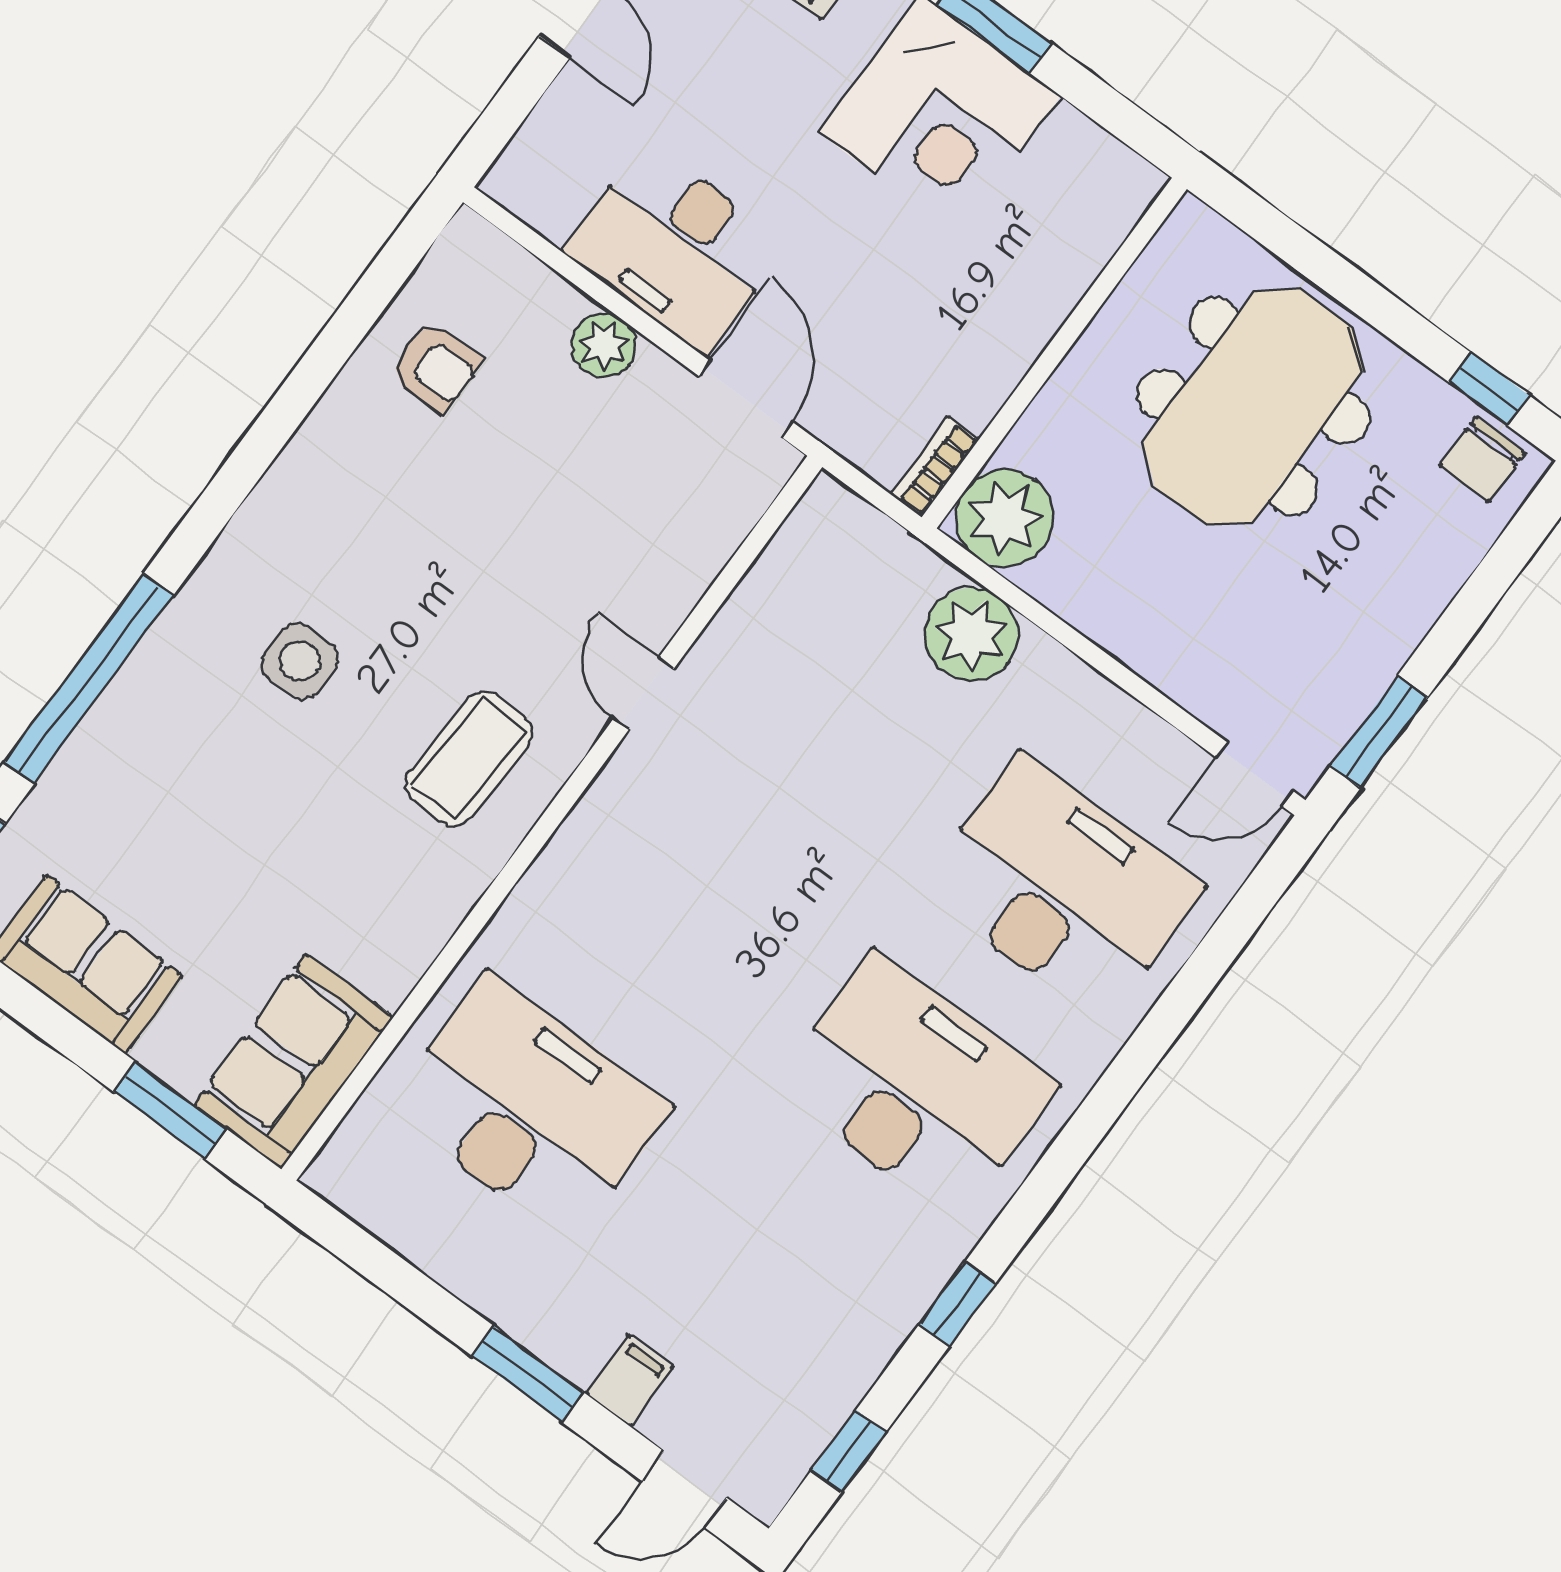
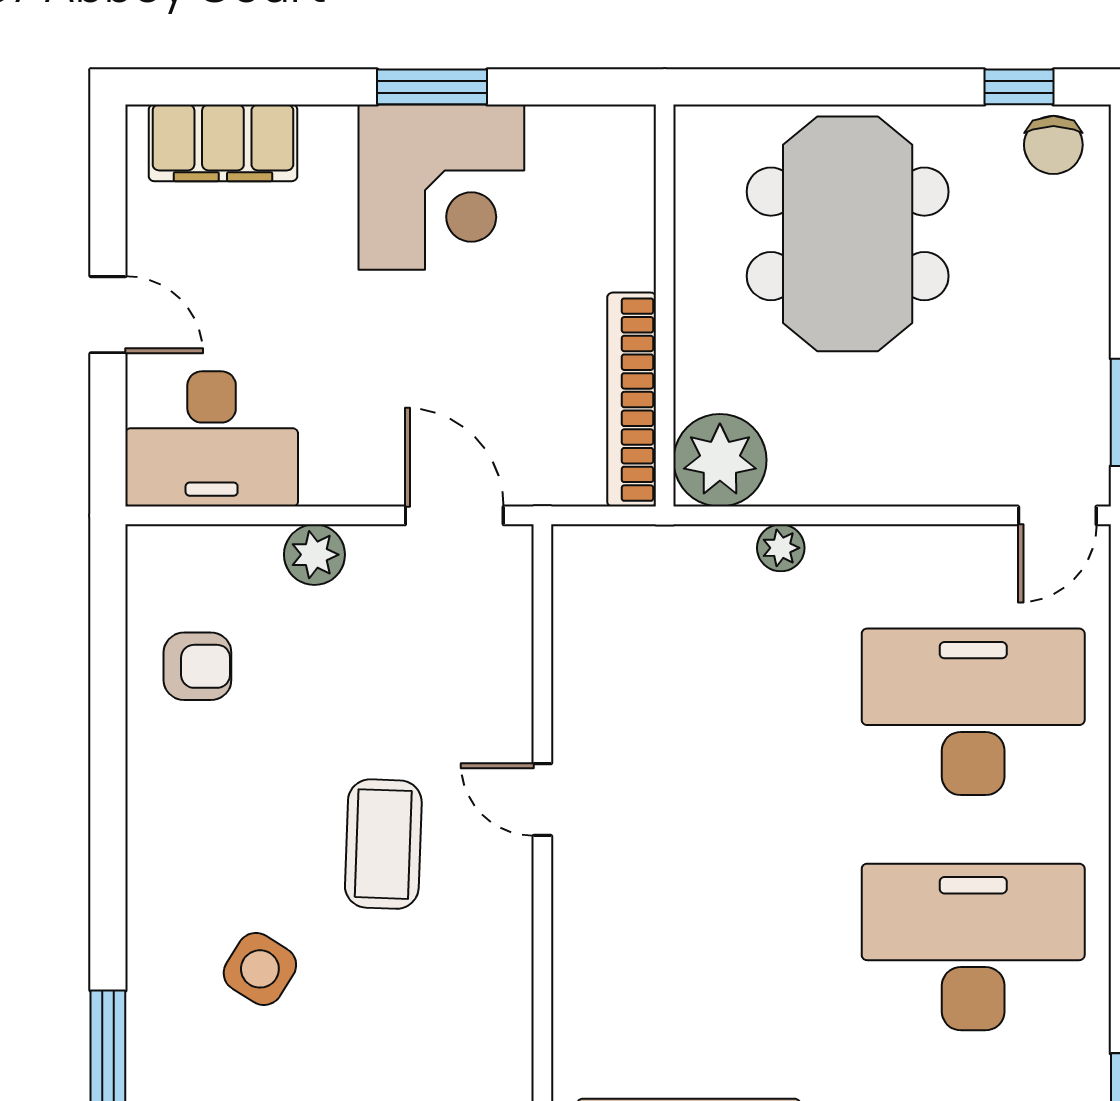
desk: (676, 248) -> (212, 439), moved
bookcase: (935, 467) -> (632, 400), width x2.31, depth x1.31
plant: (971, 634) -> (781, 548), width x0.53, depth x0.53
side table: (300, 661) -> (260, 969), turned 32
coffee table: (469, 758) -> (383, 844), moved

